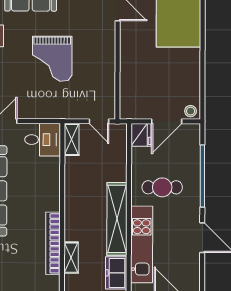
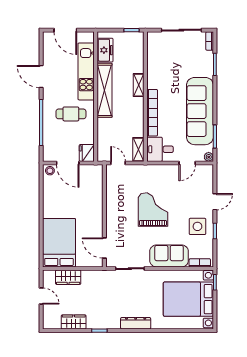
door: (167, 121) -> (68, 163), swing flipped
bookcase: (53, 243) -> (152, 113), moved
shelving: (71, 258) -> (139, 85), moved

